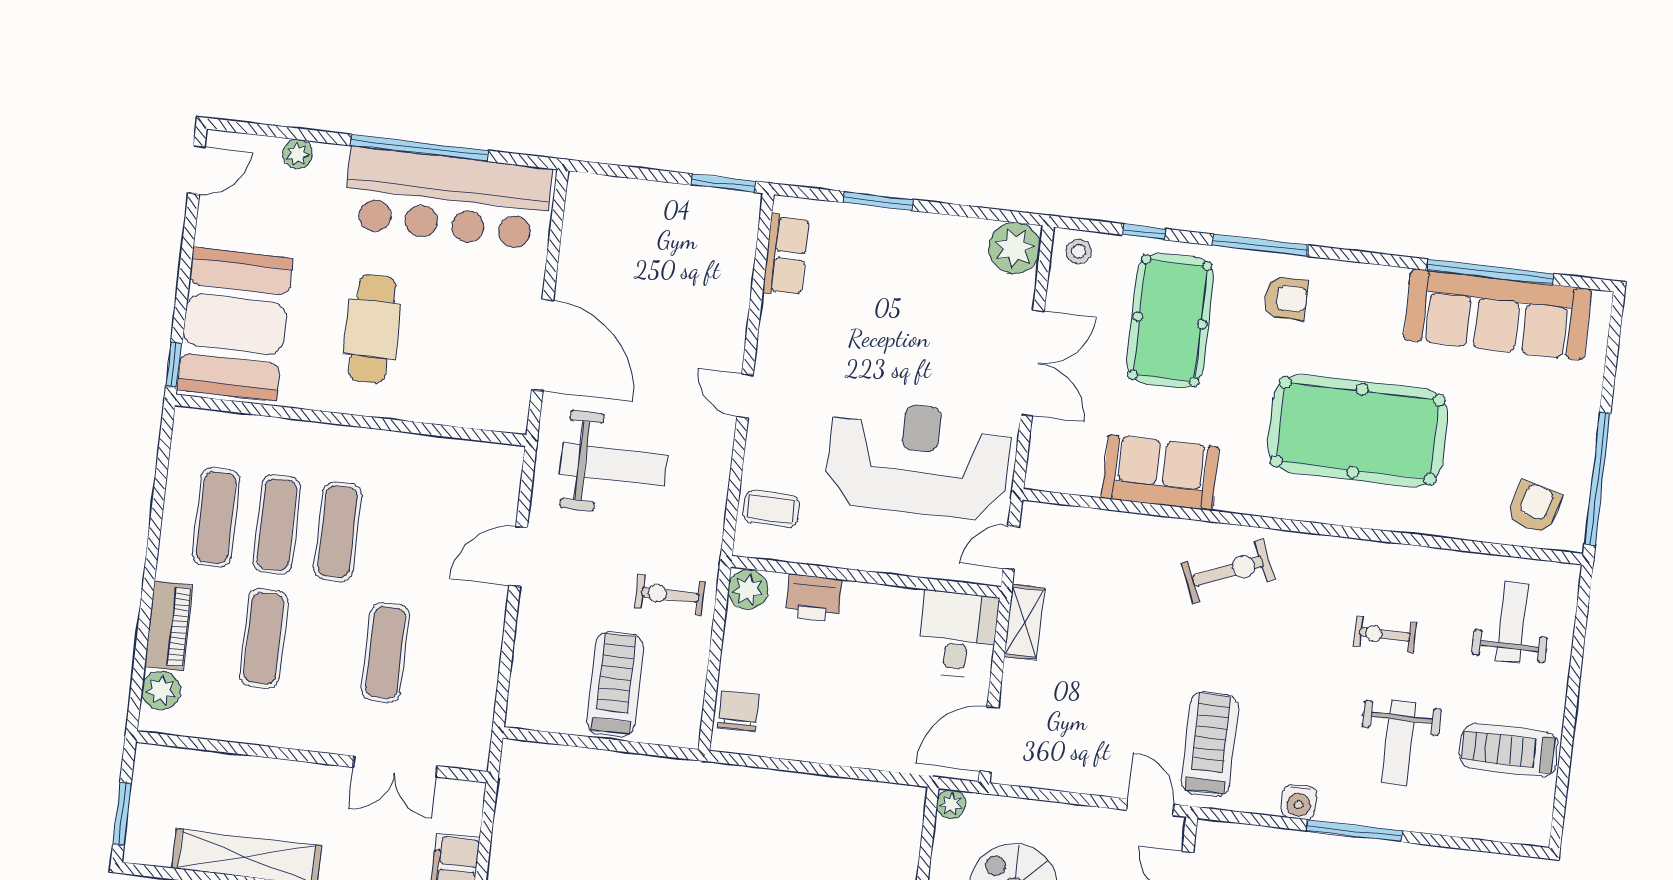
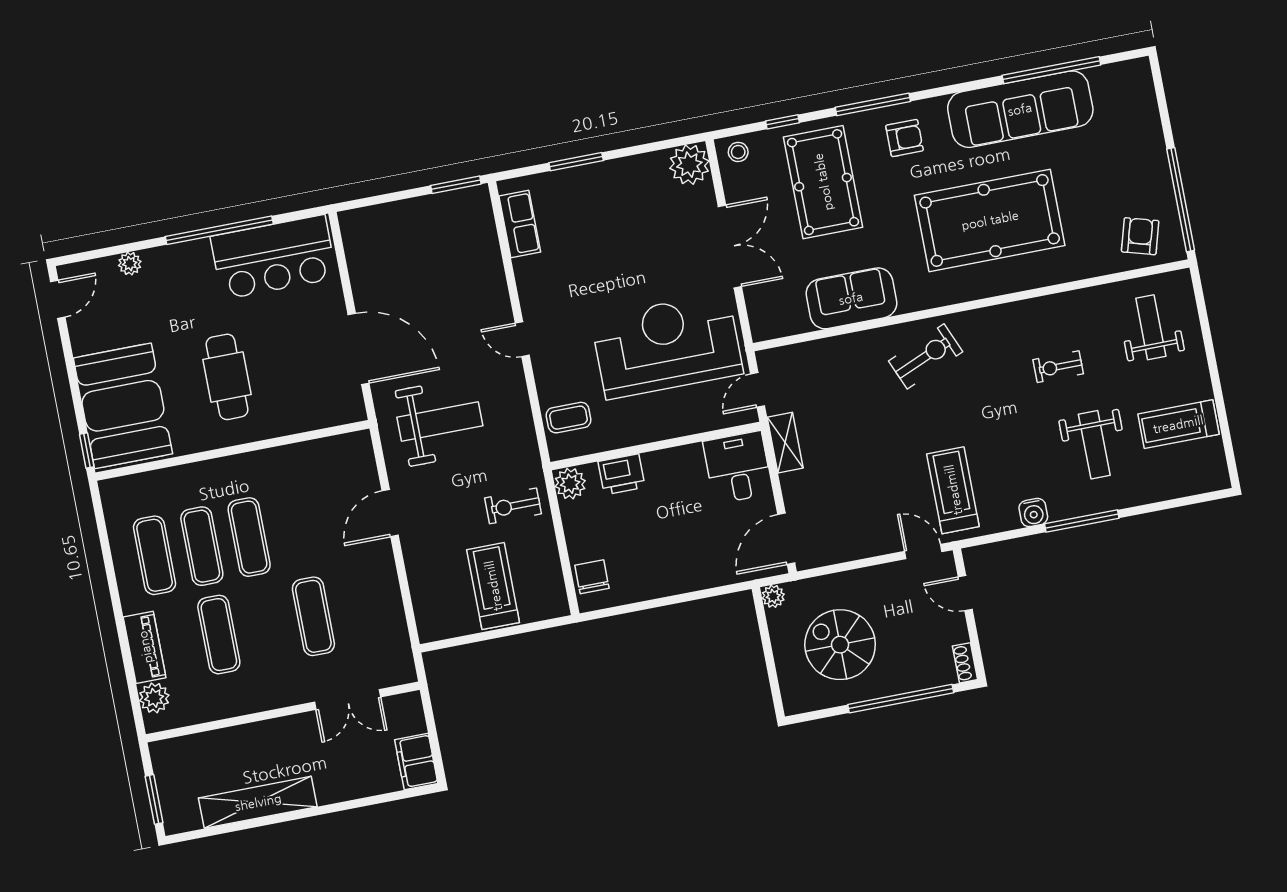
bar counter: (447, 198) -> (273, 257), width x0.73
sofa: (1498, 314) -> (1020, 109), moved

